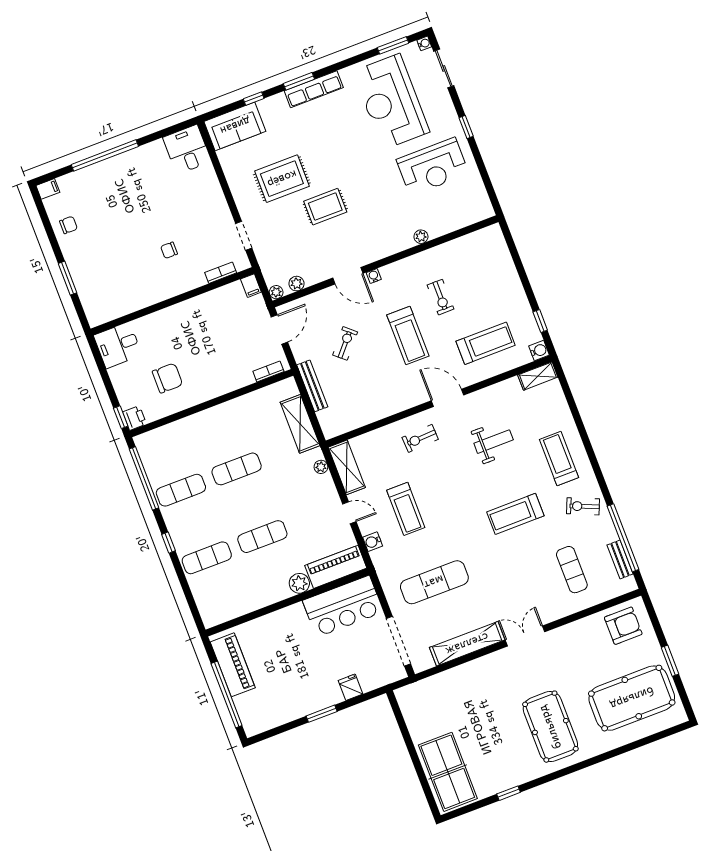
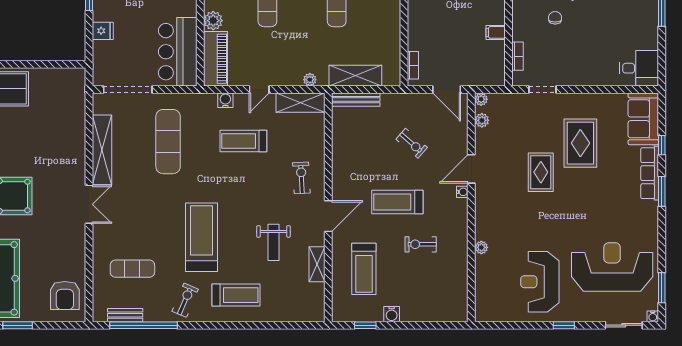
row of seats: (314, 89) -> (650, 173), moved
filing cabinet: (251, 286) -> (496, 32), moved
water cooler: (539, 351) -> (392, 314), moved
shelving: (538, 376) -> (317, 264), moved
bench: (312, 386) -> (356, 100), moved
treadmill: (515, 514) -> (202, 237), width x1.37, depth x1.38

